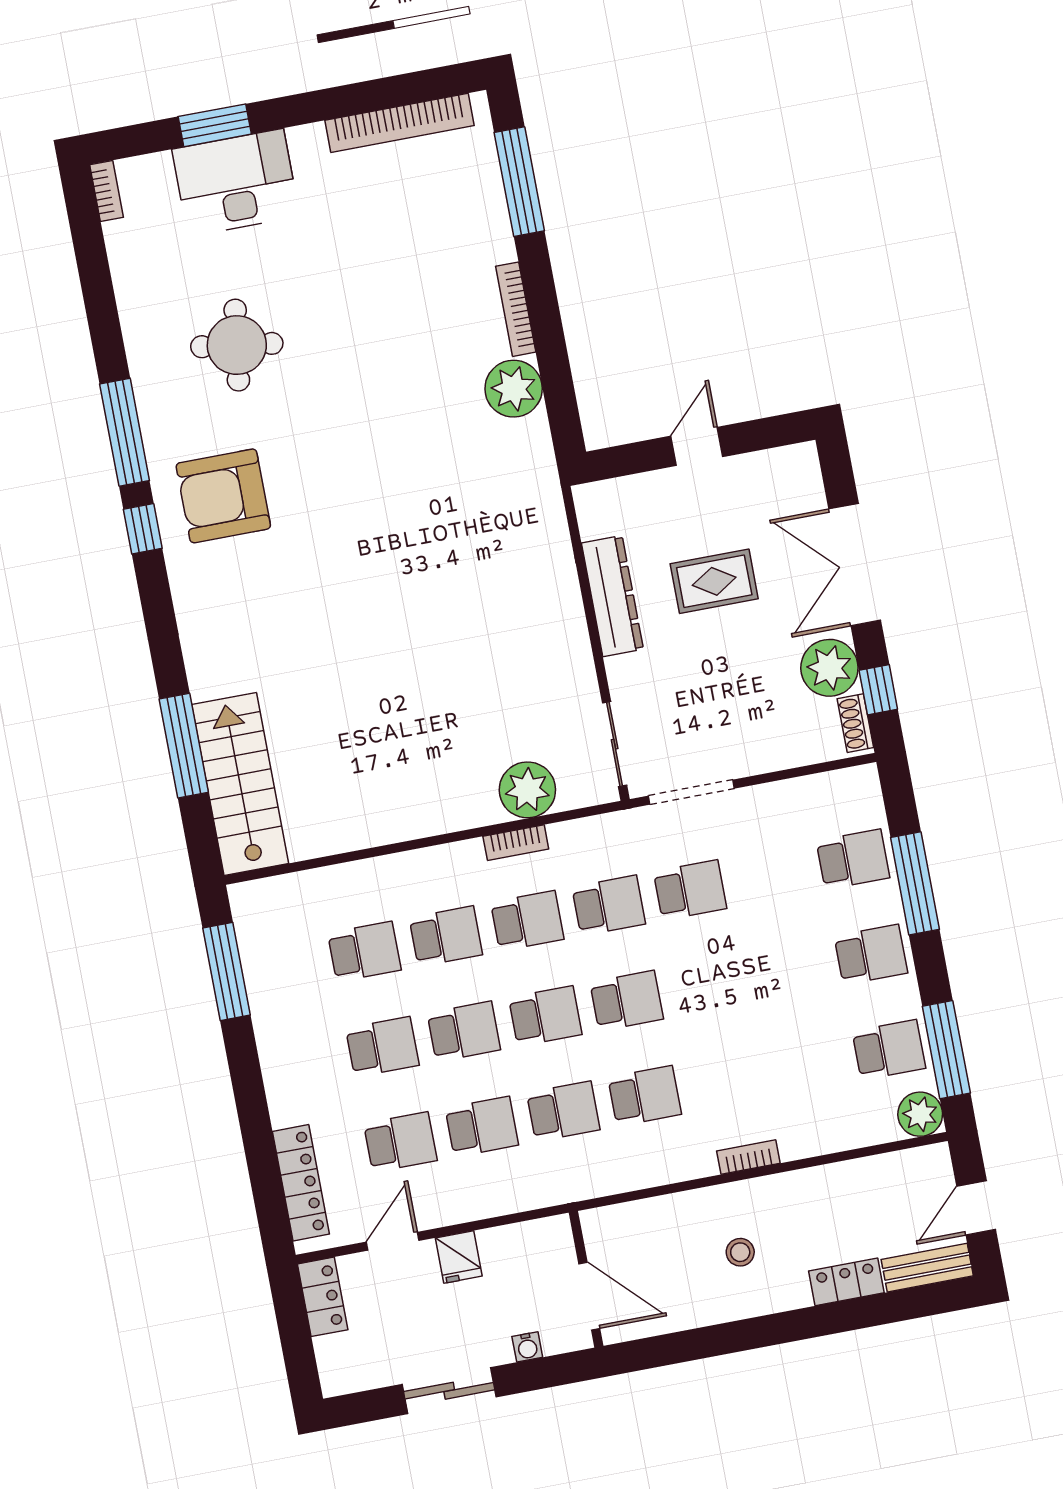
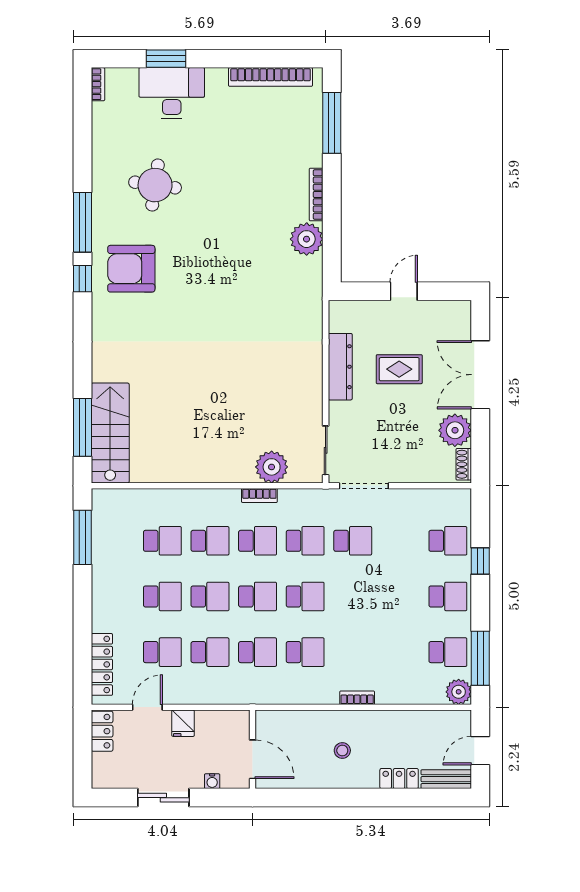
window: (878, 690) -> (480, 448), removed
window: (184, 746) -> (82, 427), moved
window: (915, 883) -> (480, 561), width x0.46

